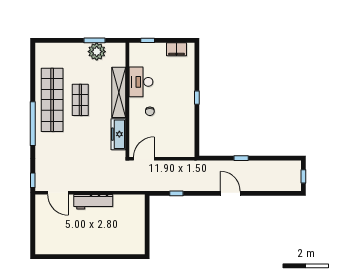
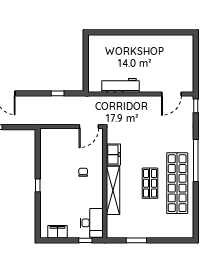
plant: (97, 52) -> (134, 230), removed
desk: (141, 82) -> (92, 223), moved
freezer: (118, 134) -> (113, 155), width x0.71
door: (58, 193) -> (171, 94), swing flipped
workbench: (93, 202) -> (120, 85), moved

